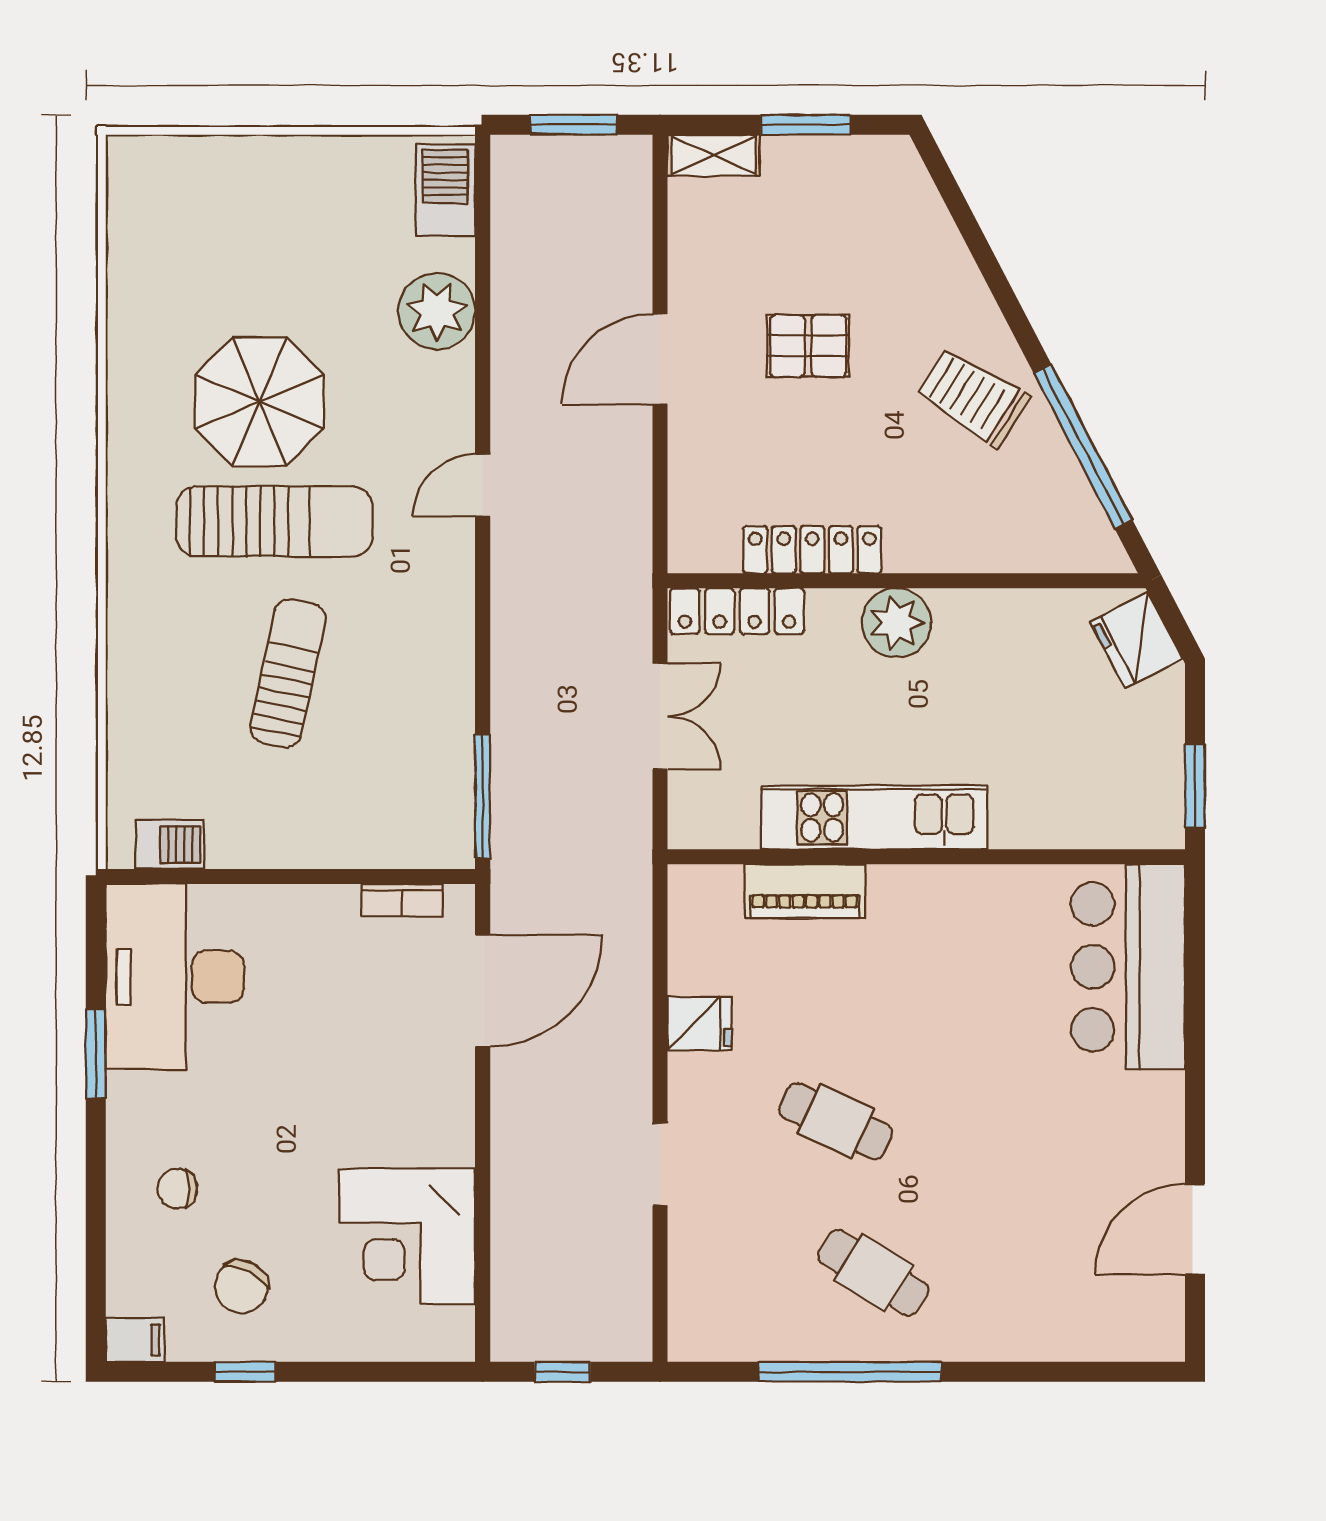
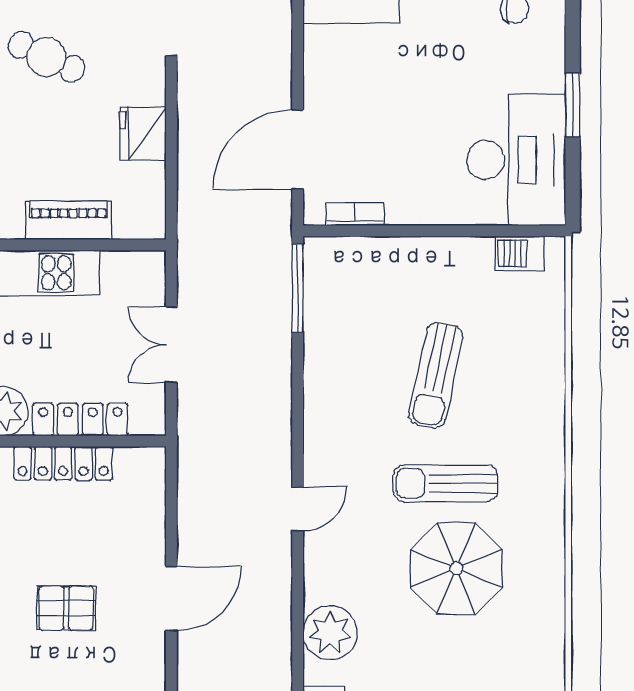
sun lounger: (275, 521) -> (445, 483), width x0.73, depth x0.75
locker: (737, 611) -> (80, 420), moved
fridge: (700, 1023) -> (143, 134), width x1.38

